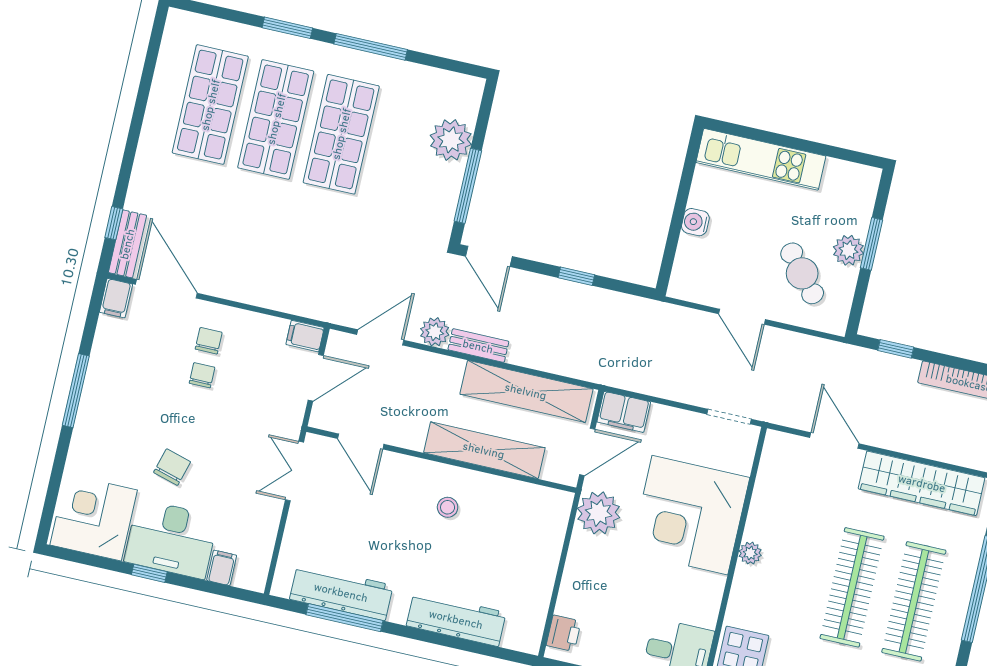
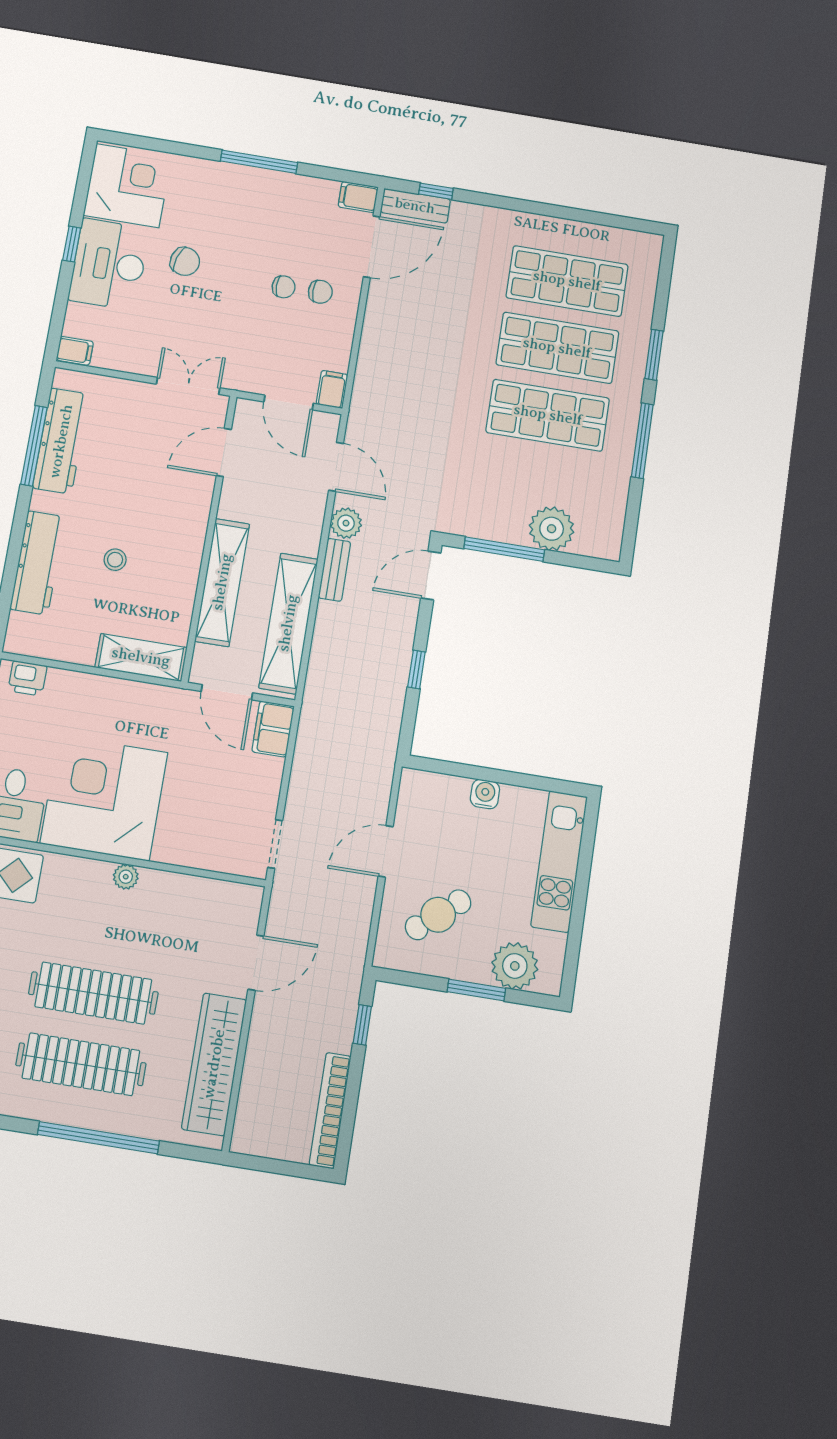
plant: (848, 250) -> (515, 966), moved, width x1.36, depth x1.36
stool: (448, 507) -> (115, 560), moved
plant: (599, 513) -> (161, 708), removed
corner desk: (690, 515) -> (104, 798), moved
shelving: (550, 529) -> (141, 657), added
filing cabinet: (222, 568) -> (75, 351), moved

